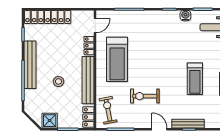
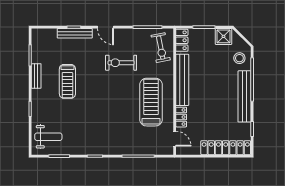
water cooler: (185, 16) -> (78, 149), removed
door: (95, 25) -> (175, 139), swing flipped
treadmill: (195, 79) -> (67, 81), turned 180
stool: (58, 81) -> (239, 58), moved
exercise bike: (145, 96) -> (121, 63), turned 180

